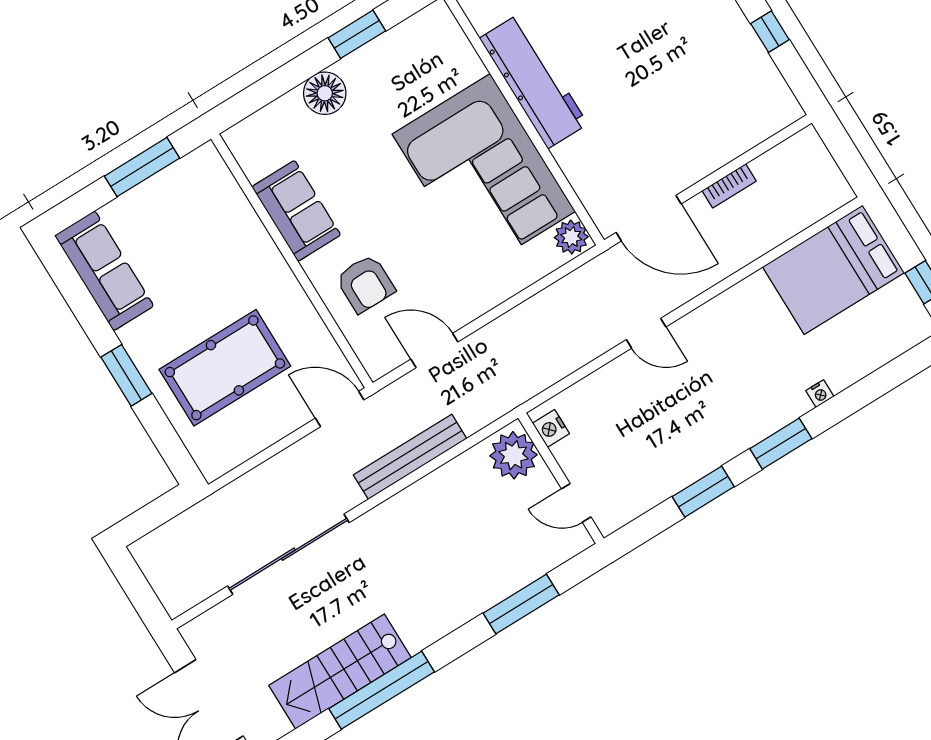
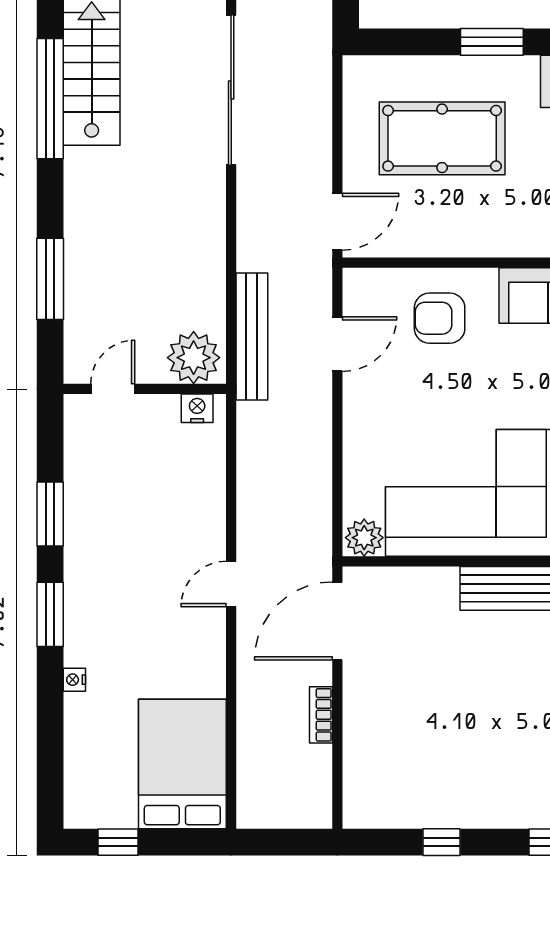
door: (646, 333) -> (231, 584), moved
pool table: (225, 368) -> (442, 138), turned 90
bench: (410, 457) -> (252, 336), moved

